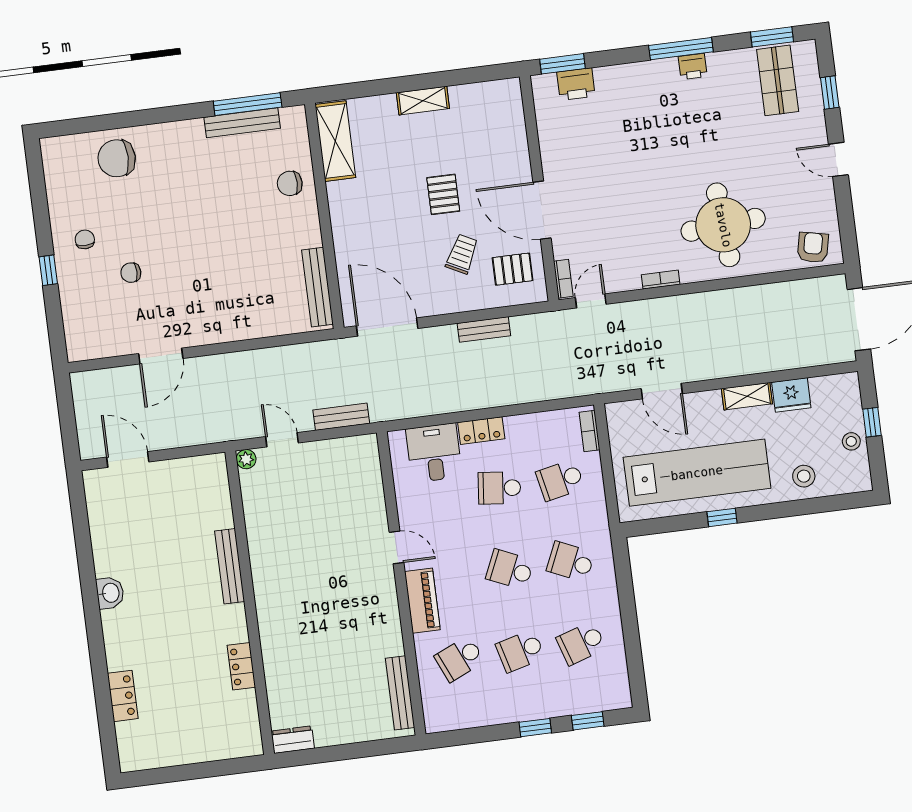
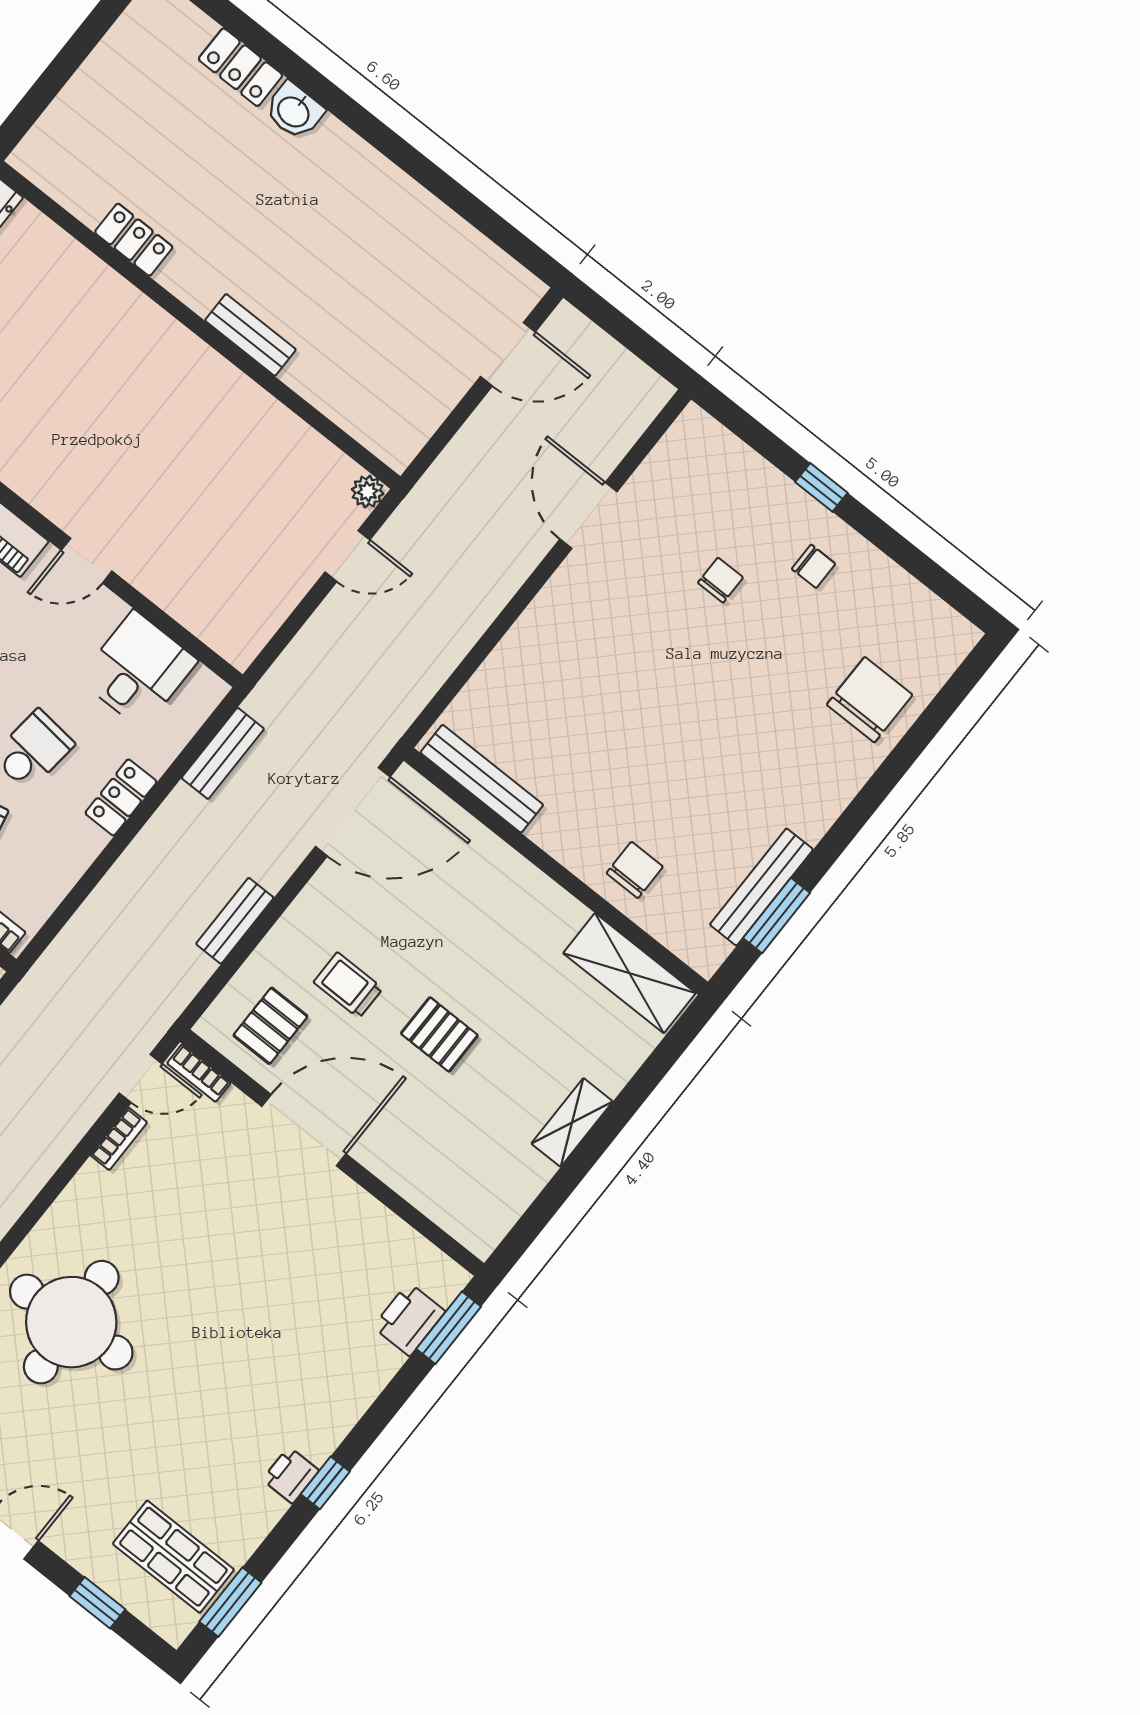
window: (681, 49) -> (325, 1483), width x0.46
window: (248, 104) -> (777, 915), width x0.69
trolley: (462, 254) -> (348, 985), turned 153
bookcase: (661, 280) -> (119, 1139), moved
door: (591, 301) -> (141, 1078), hinge flipped
bench: (341, 417) -> (223, 753), moved
desk: (434, 453) -> (138, 670), moved, turned -90
bench: (230, 566) -> (250, 335), width x0.73
washbasin: (110, 593) -> (294, 111), moved

